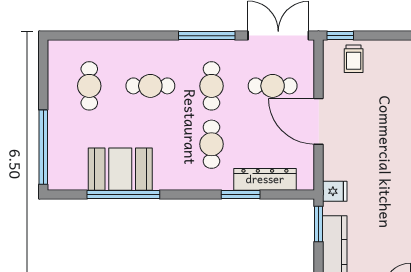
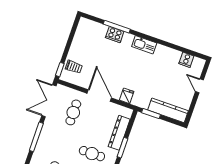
cafe table: (211, 86) -> (63, 143), removed
door: (319, 121) -> (99, 96), swing flipped
fridge: (335, 191) -> (127, 96), moved

